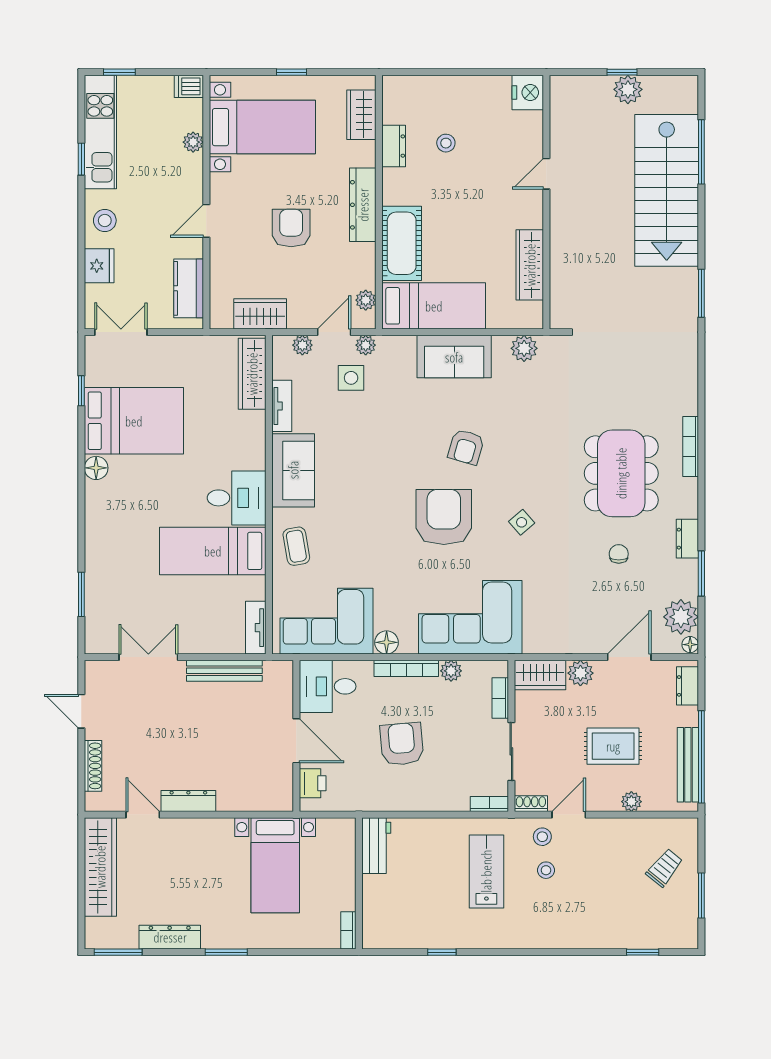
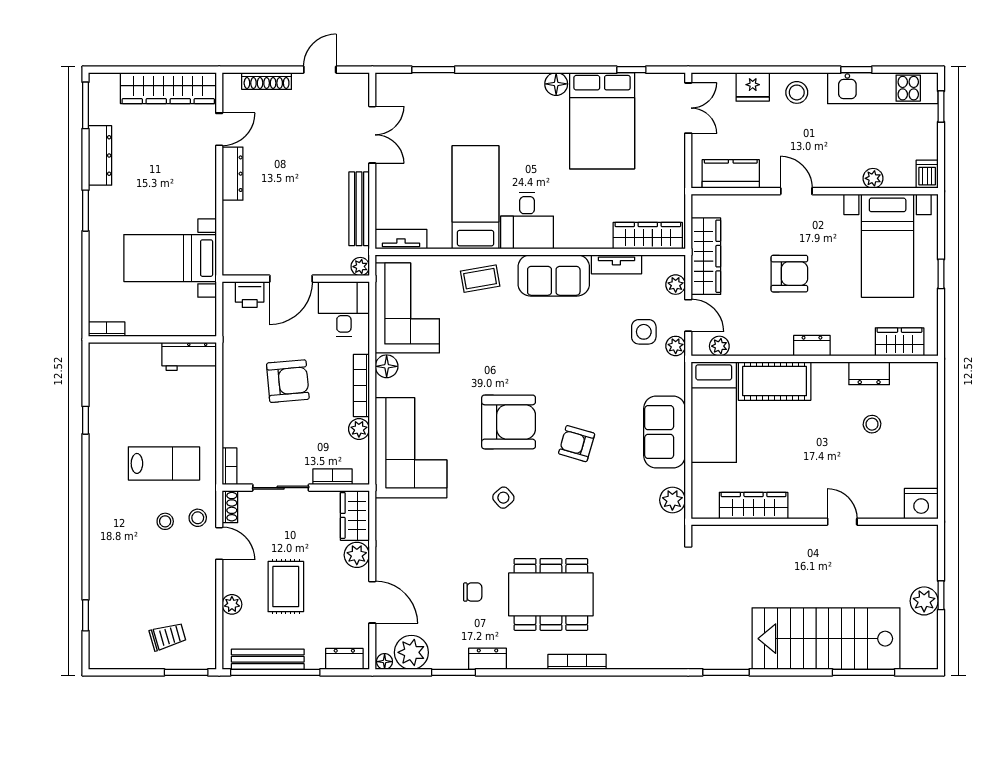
dresser: (363, 205) -> (812, 346), width x0.51, depth x0.80
wardrobe: (260, 314) -> (706, 256), width x1.50
plant: (284, 670) -> (360, 267), added
trolley: (664, 868) -> (168, 637), turned -55
window: (701, 895) -> (186, 672), moved

